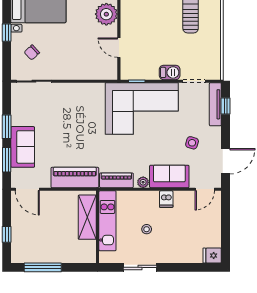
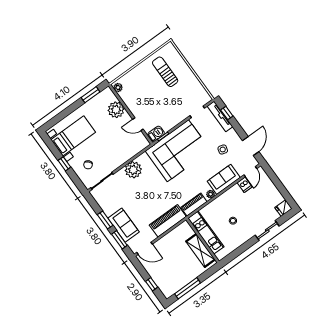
barbecue: (170, 72) -> (156, 134), moved
plant: (77, 94) -> (133, 170), added
dishwasher: (166, 199) -> (245, 185), moved
shelving: (87, 217) -> (201, 250), moved
sliding door: (140, 267) -> (267, 231), moved

